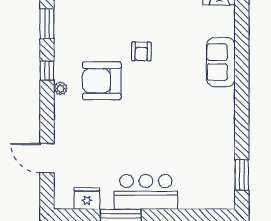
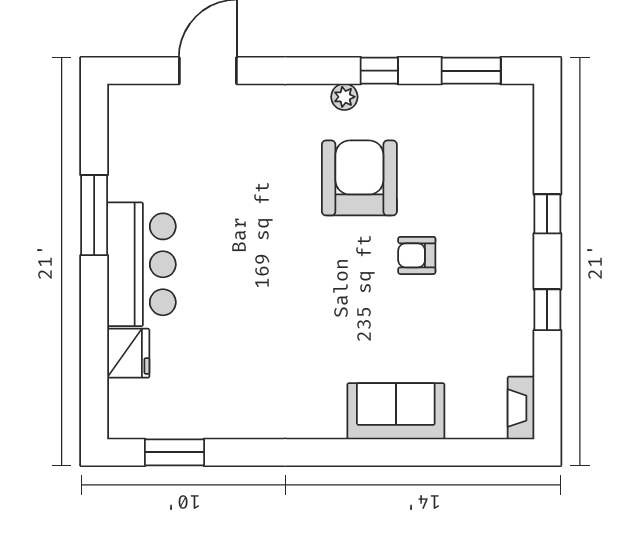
fridge: (87, 199) -> (128, 353), moved

